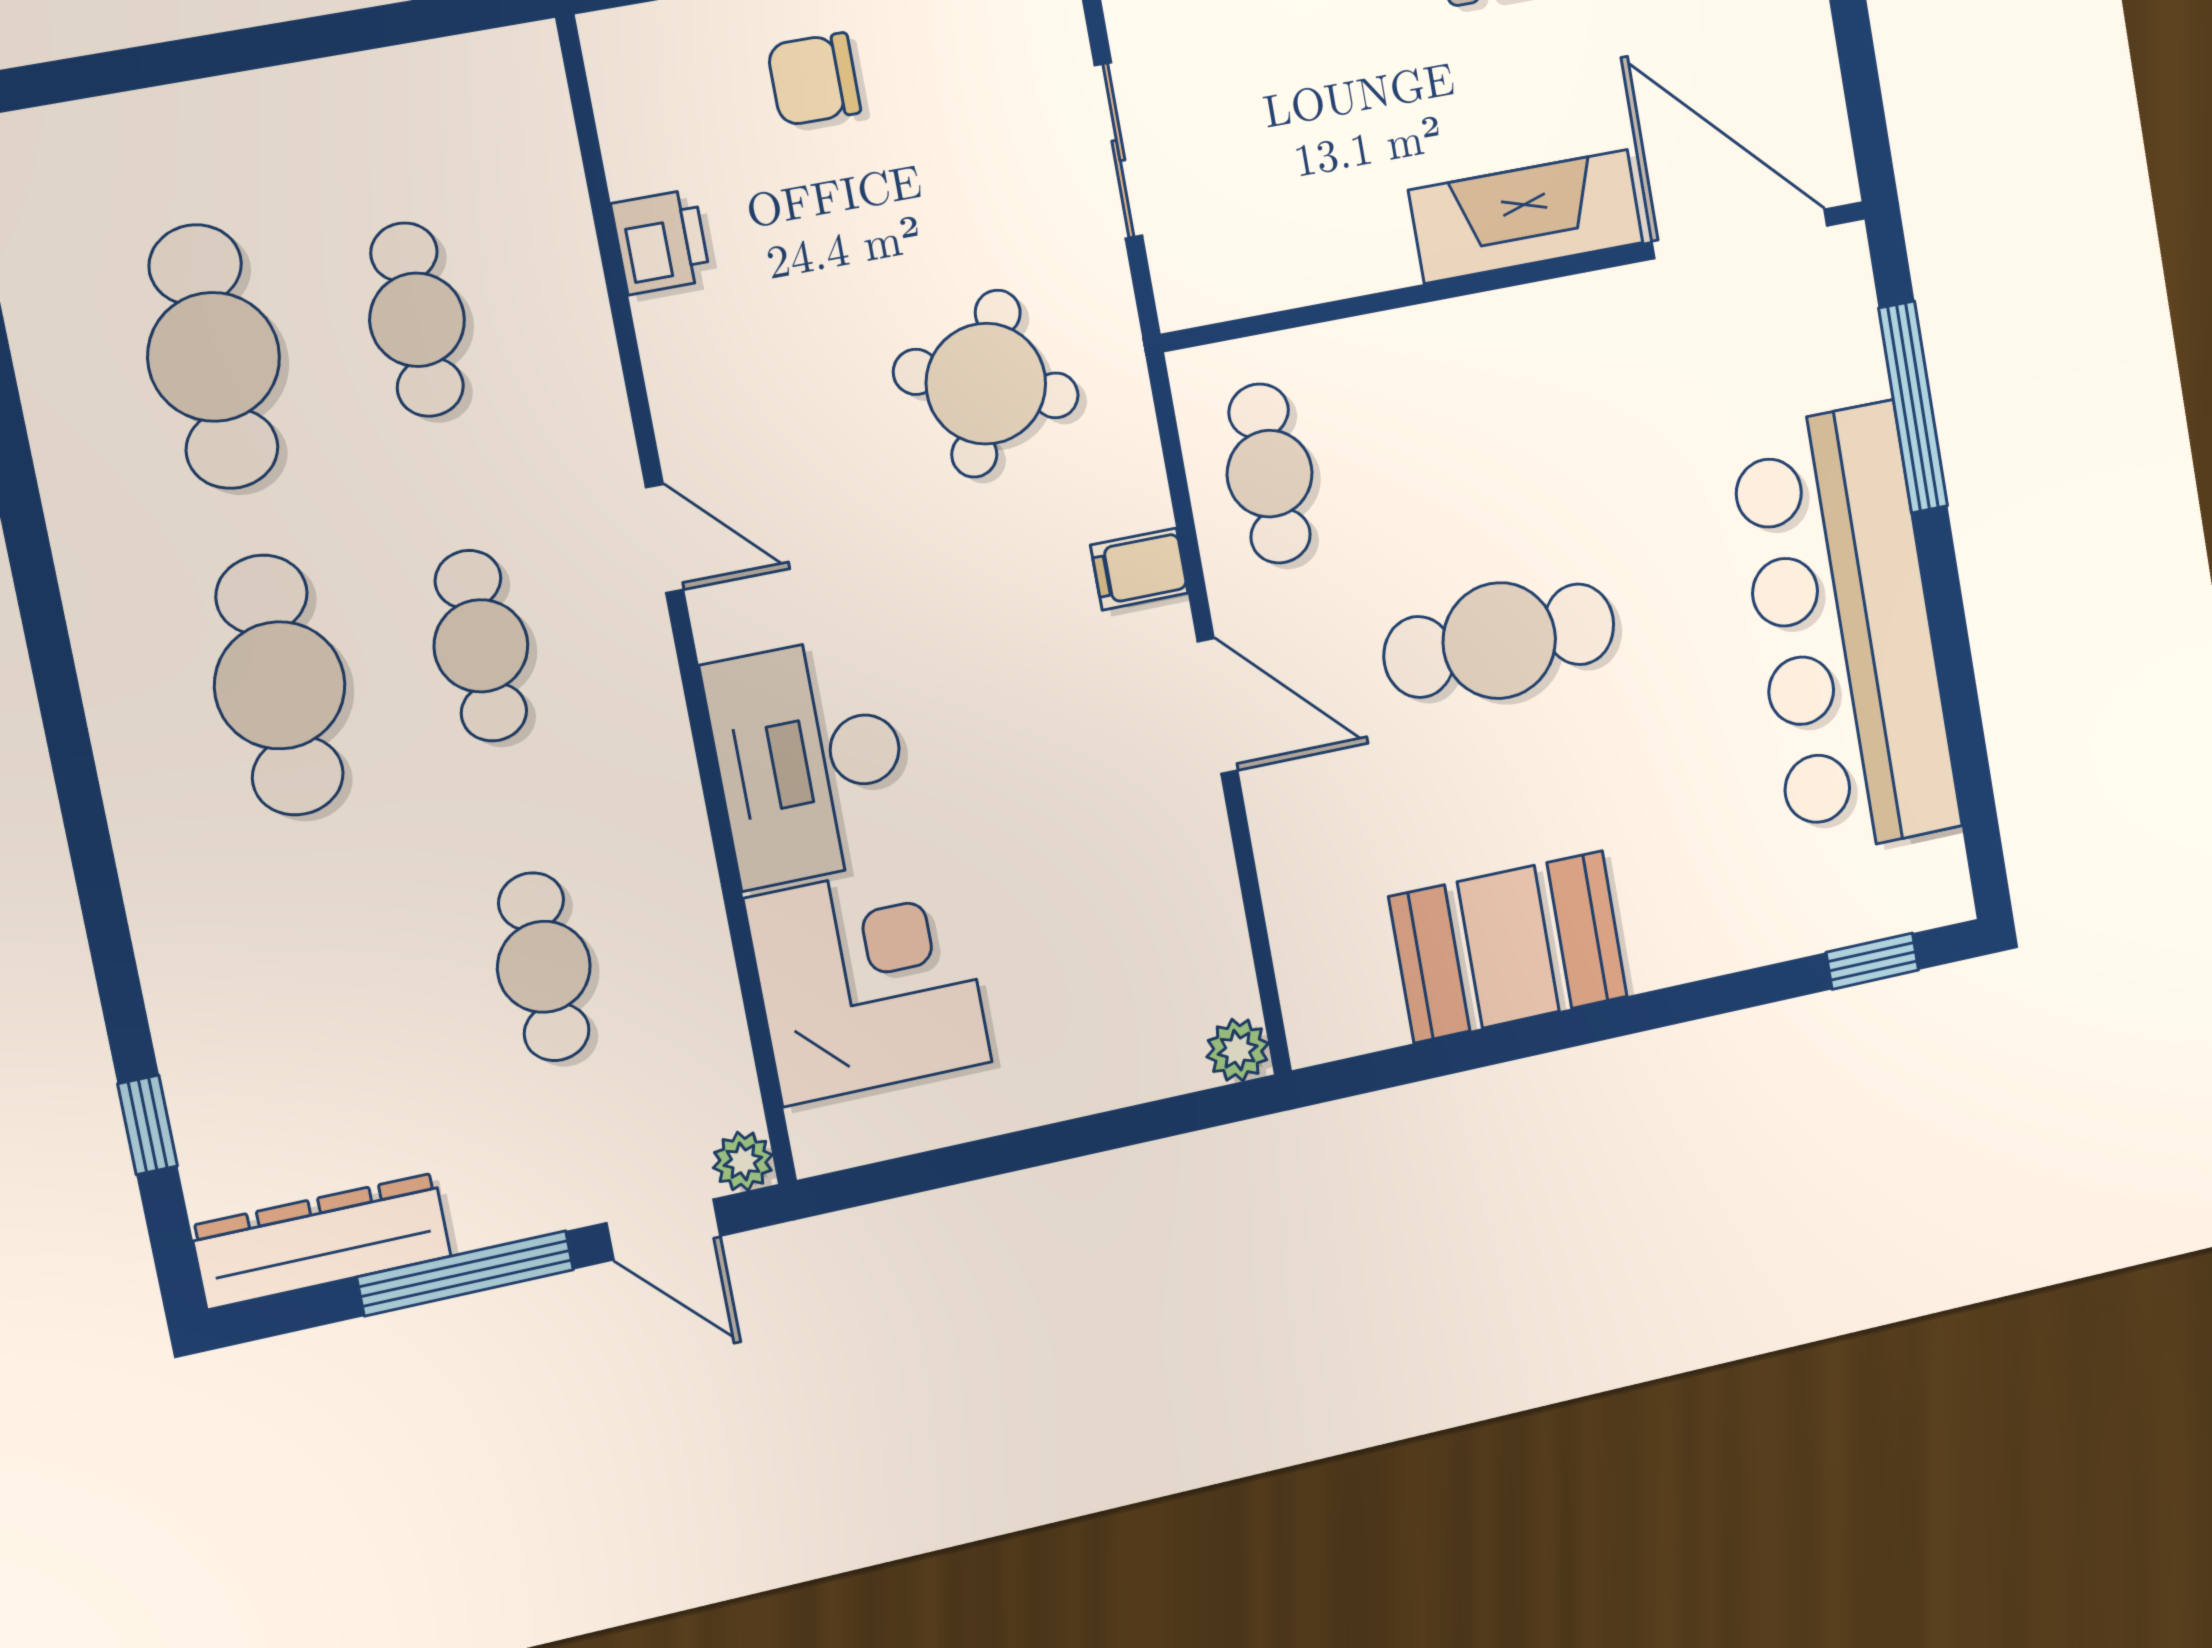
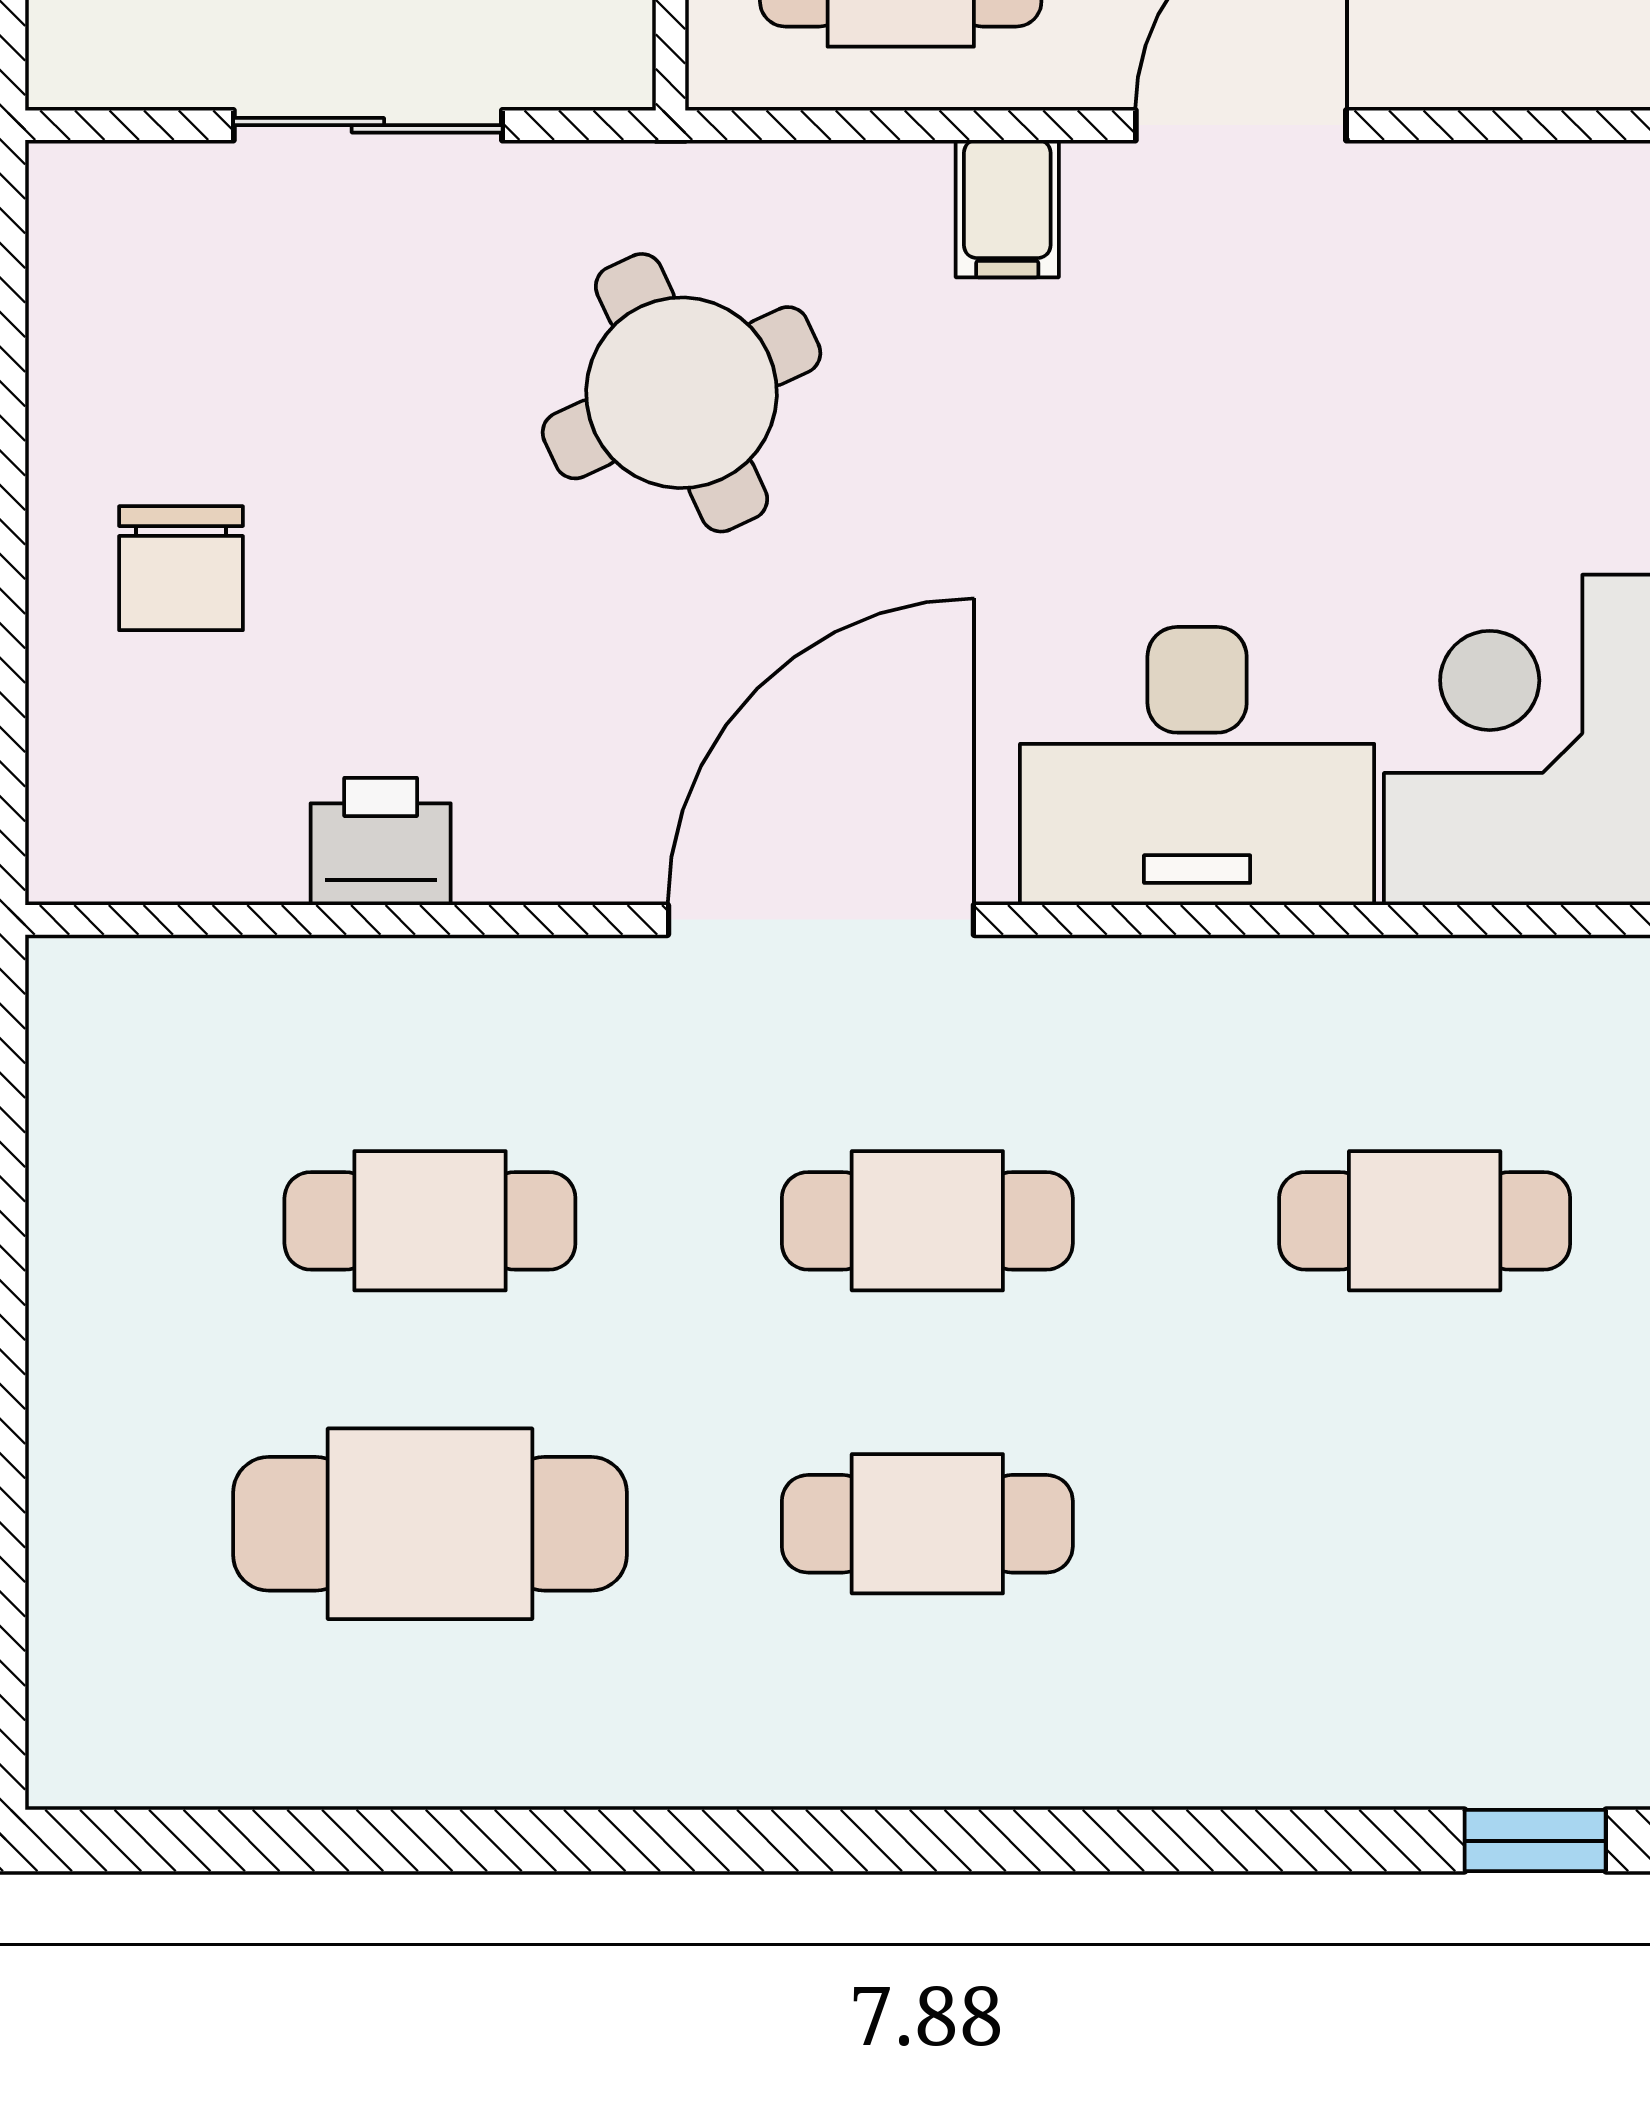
round table: (986, 384) -> (681, 393), turned 45
door: (664, 538) -> (821, 920), width x1.87
cafe table: (280, 685) -> (927, 1524), width x0.73, depth x0.74

